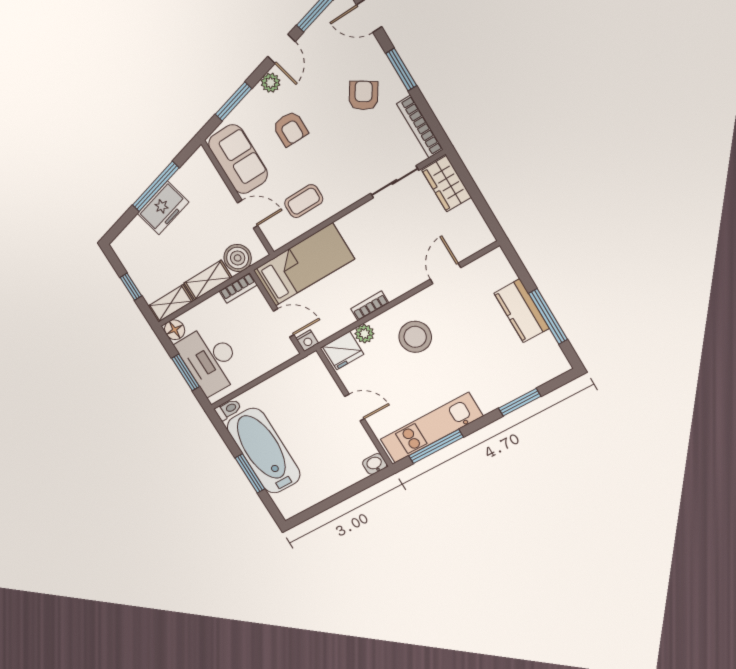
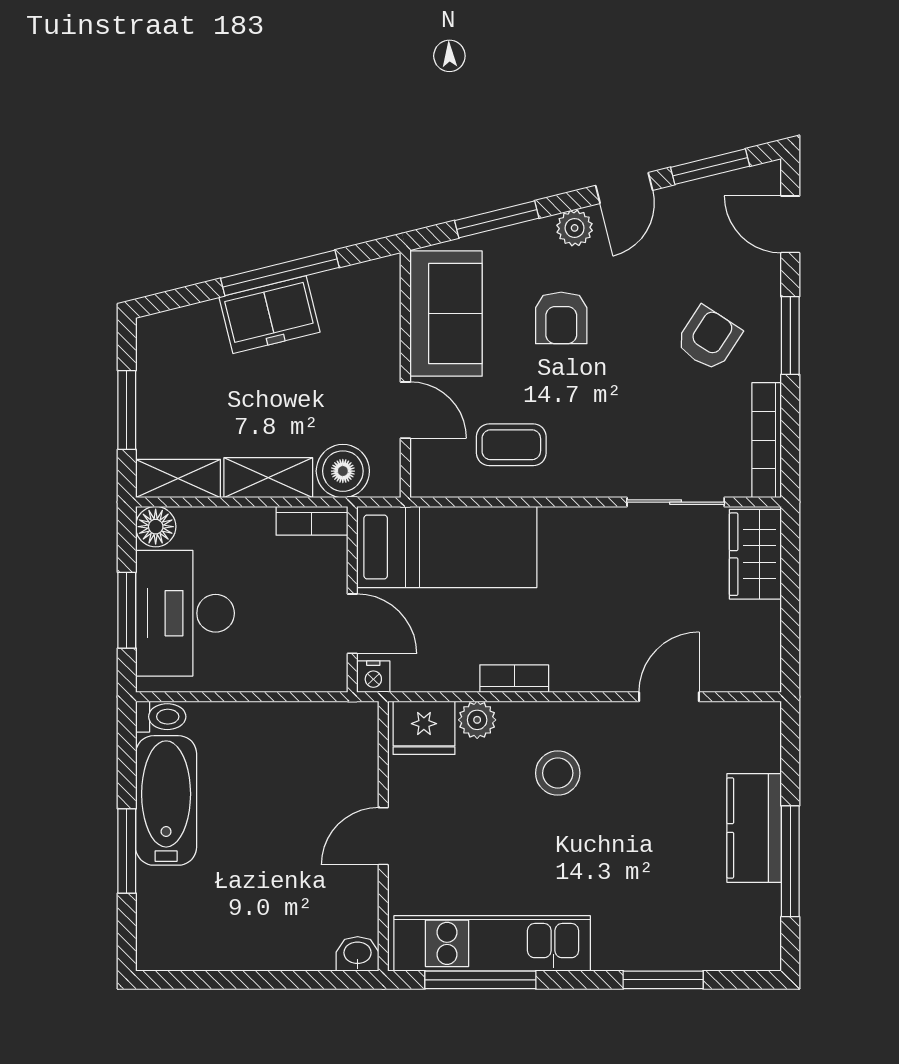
window: (131, 287) -> (127, 410), width x1.50
stool: (415, 337) -> (558, 773), width x0.73, depth x0.73
door: (355, 408) -> (383, 836), swing flipped
bathtub: (264, 451) -> (166, 800), width x0.73, depth x0.73

